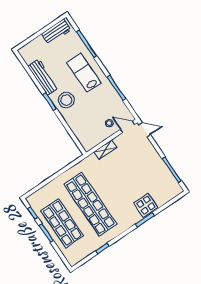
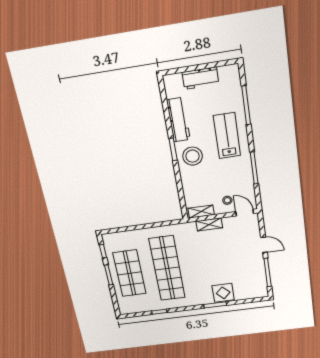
workbench: (56, 32) -> (200, 78), moved
door: (145, 130) -> (264, 245), moved
shelving: (94, 142) -> (201, 212), added

